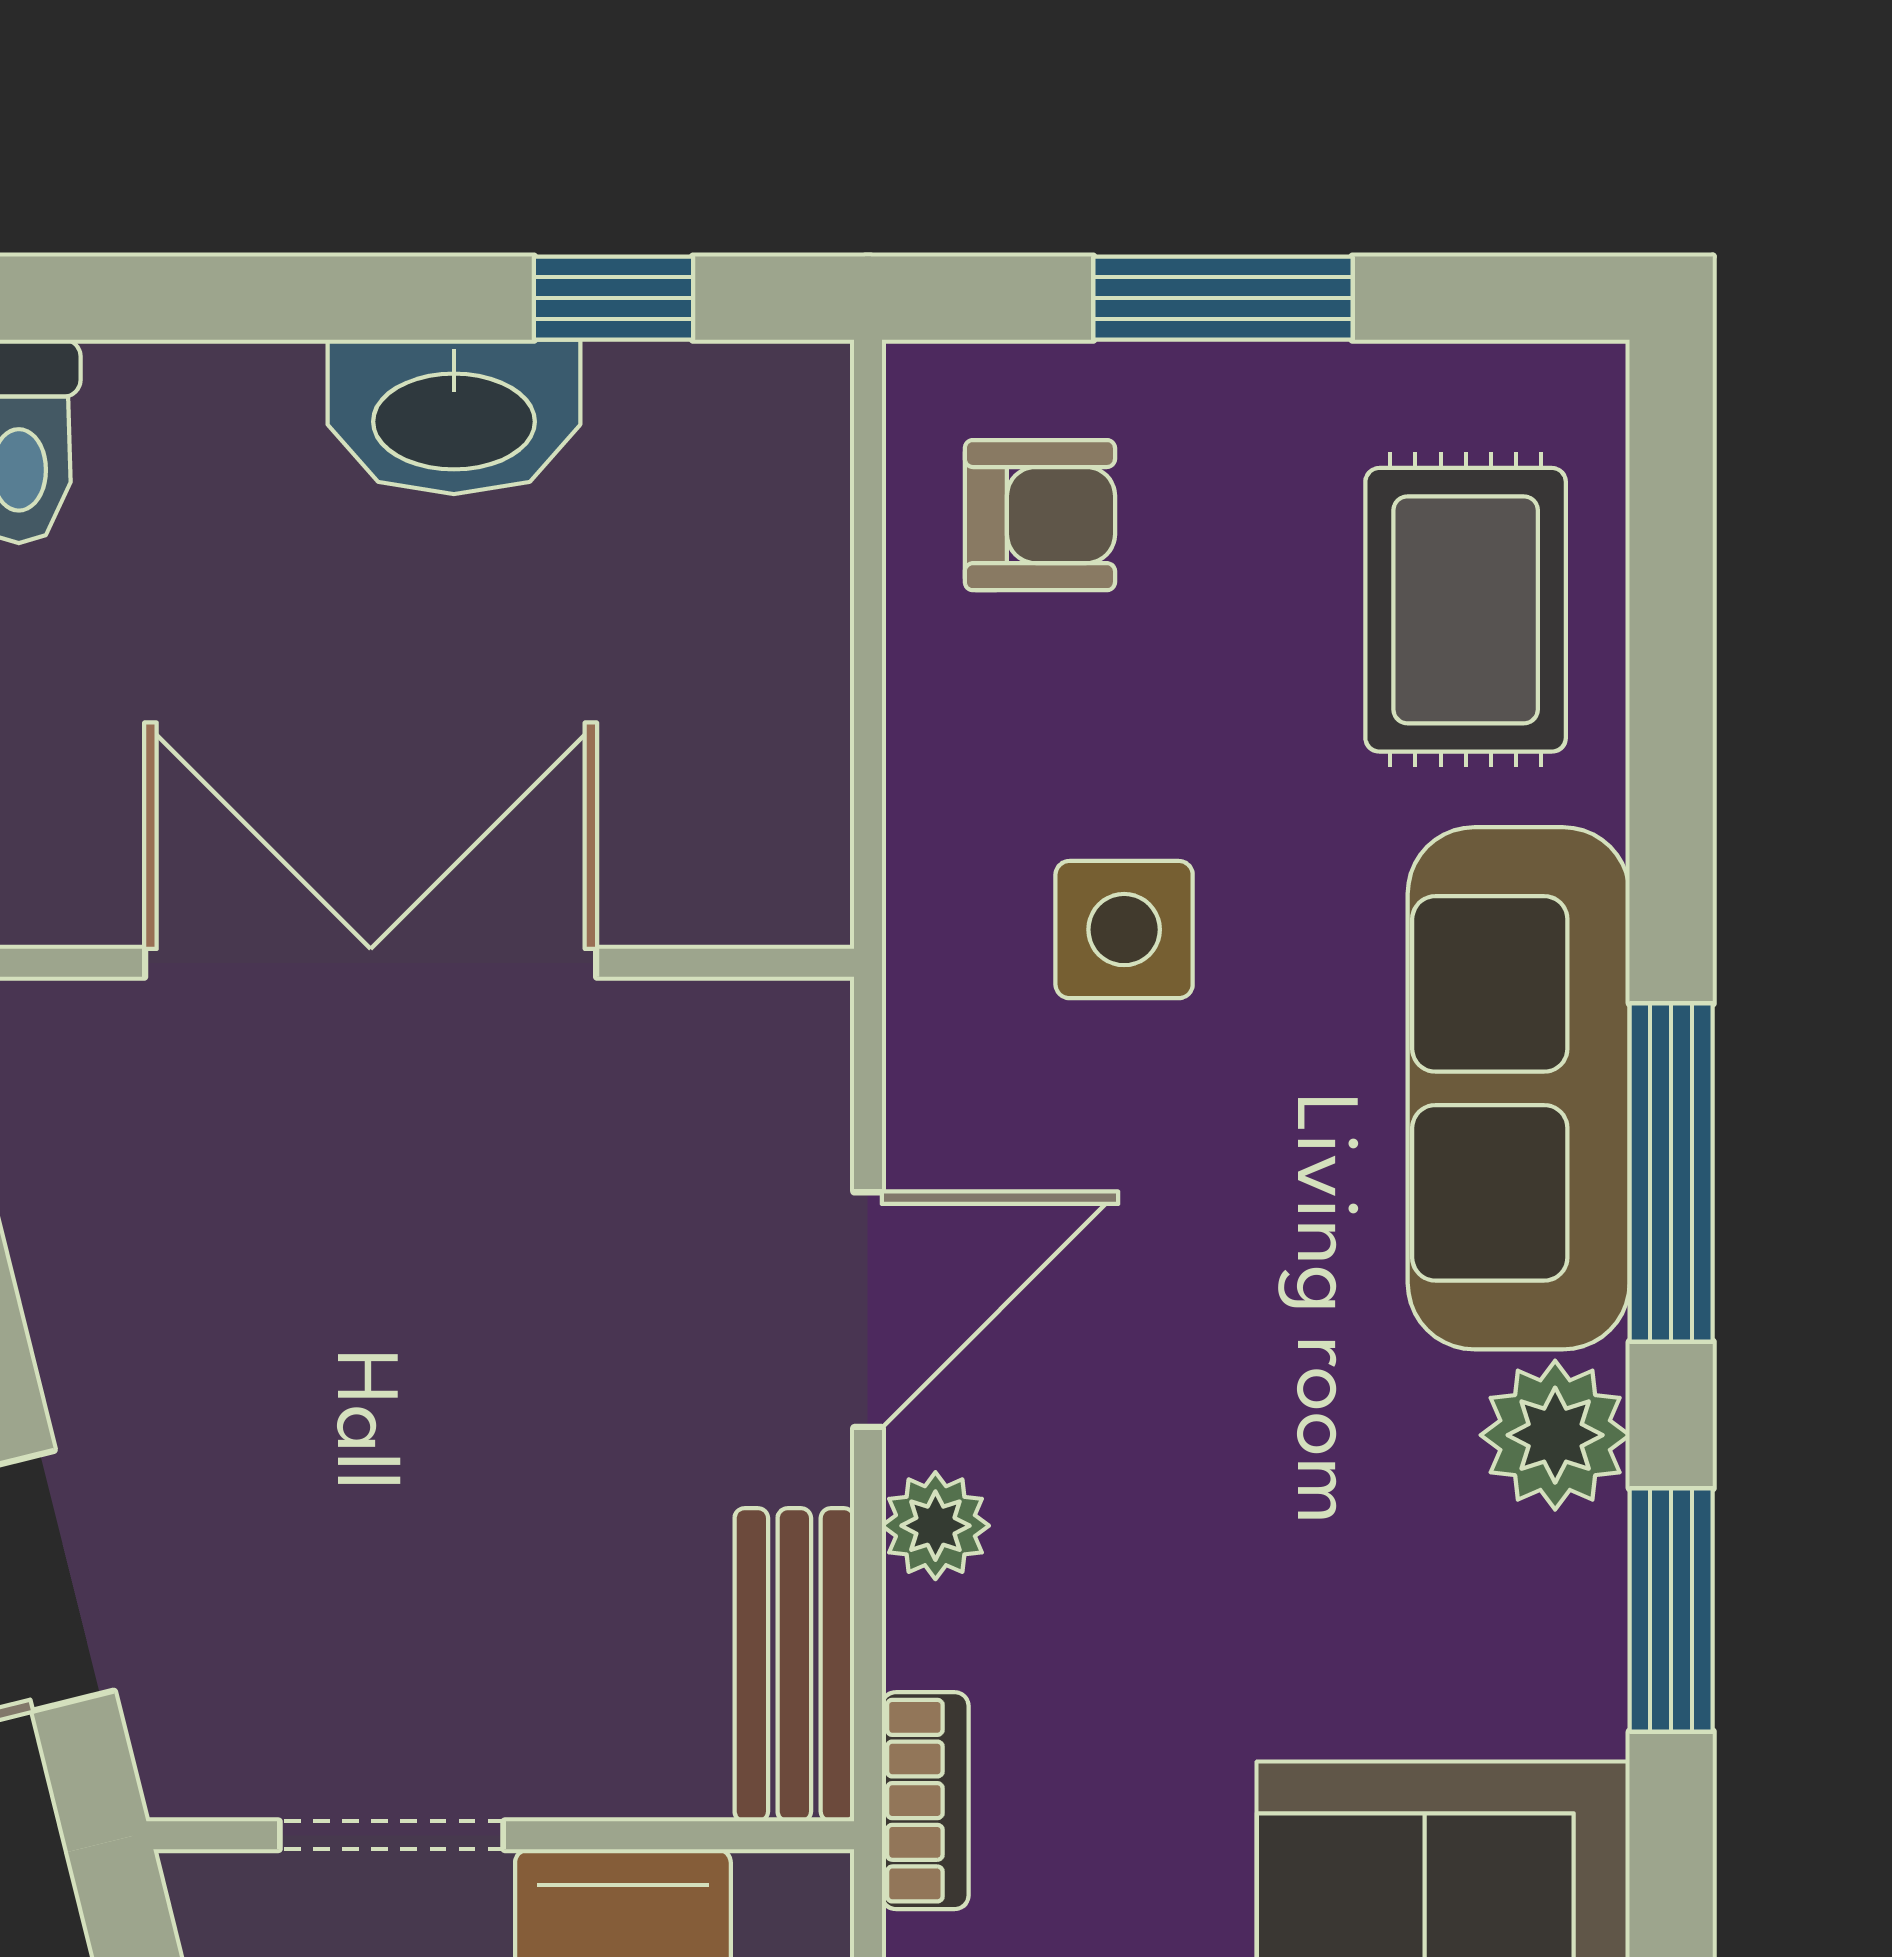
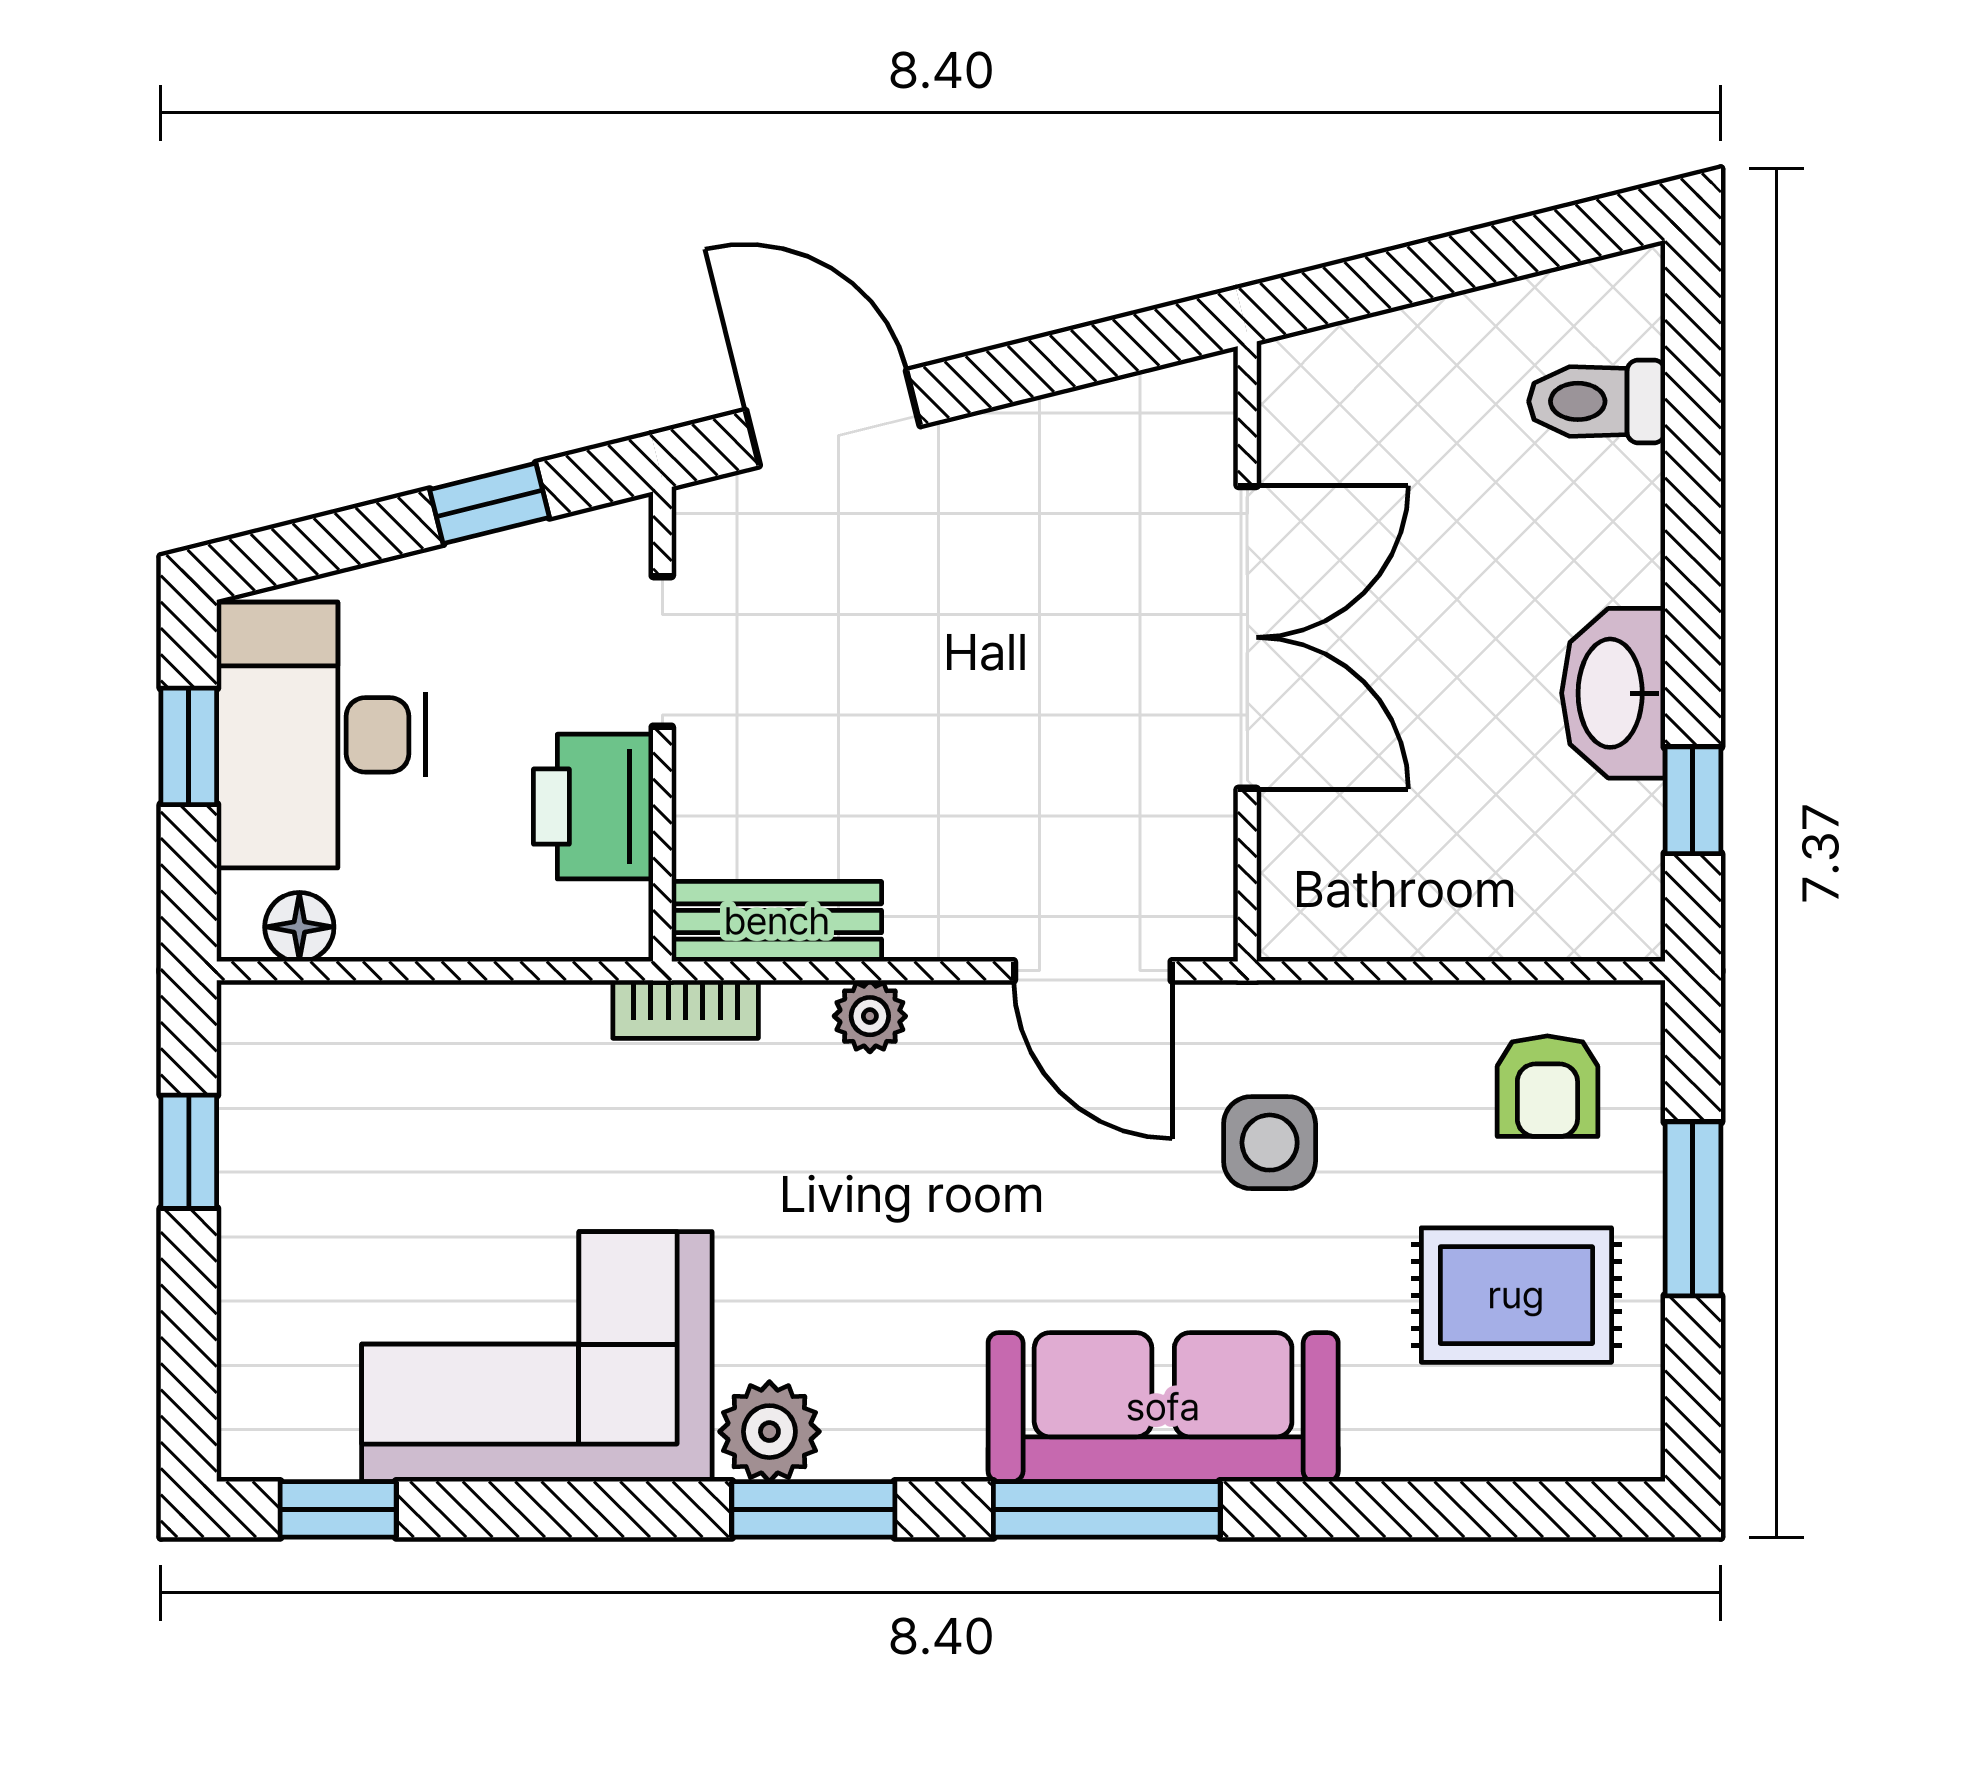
rug: (1466, 610) -> (1516, 1295), moved
door: (868, 1310) -> (1093, 971), moved
plant: (1555, 1435) -> (769, 1432), moved

